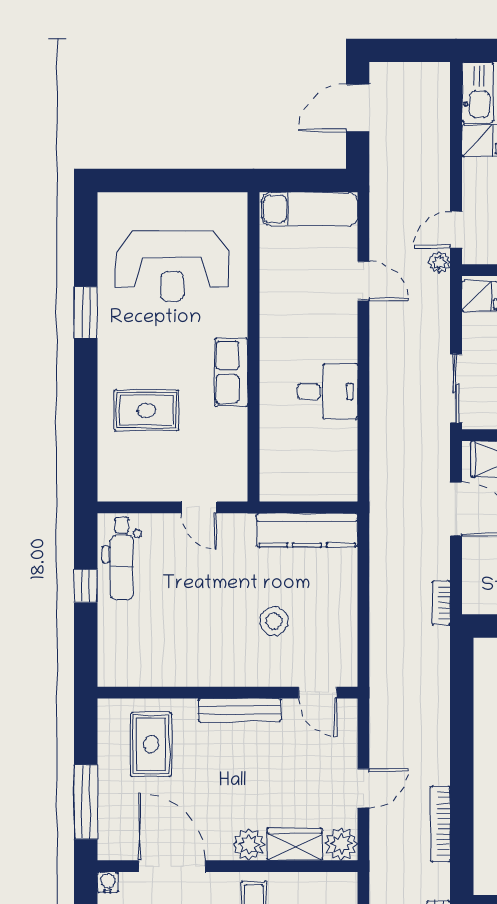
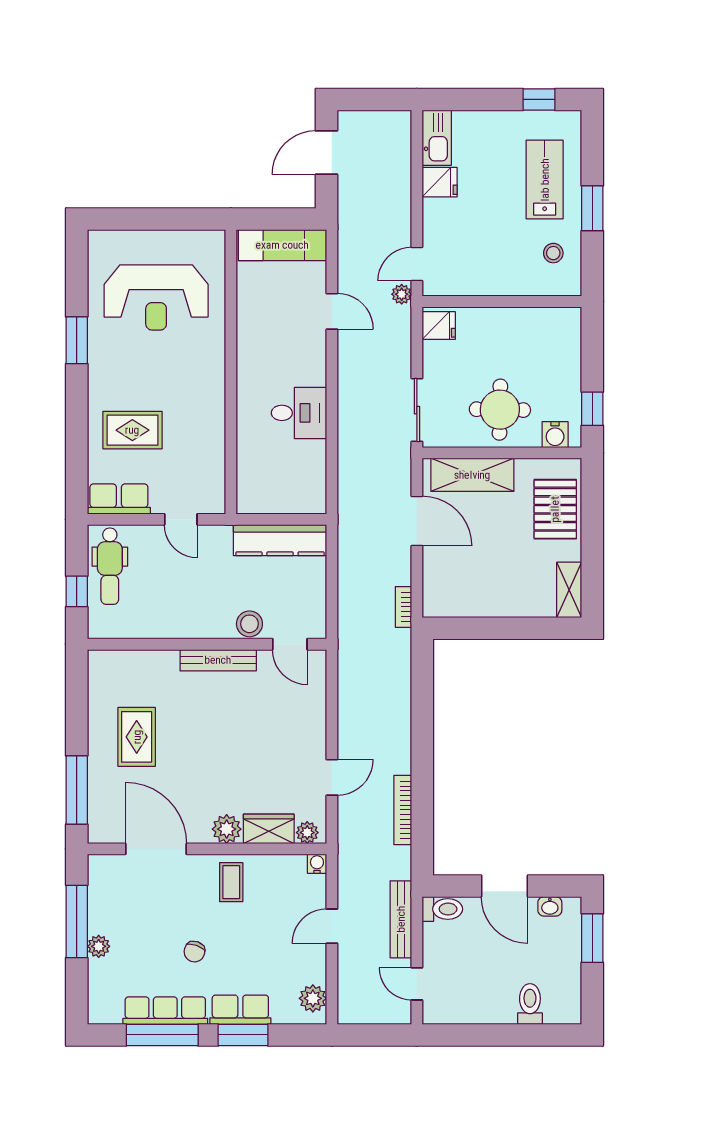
row of seats: (231, 372) -> (119, 499), moved, turned 90
wall: (227, 693) -> (207, 644), moved
door: (318, 693) -> (290, 644), moved
bench: (240, 710) -> (218, 660), moved
plant: (341, 844) -> (307, 833), width x0.73, depth x0.73
water cooler: (108, 882) -> (317, 864), moved

